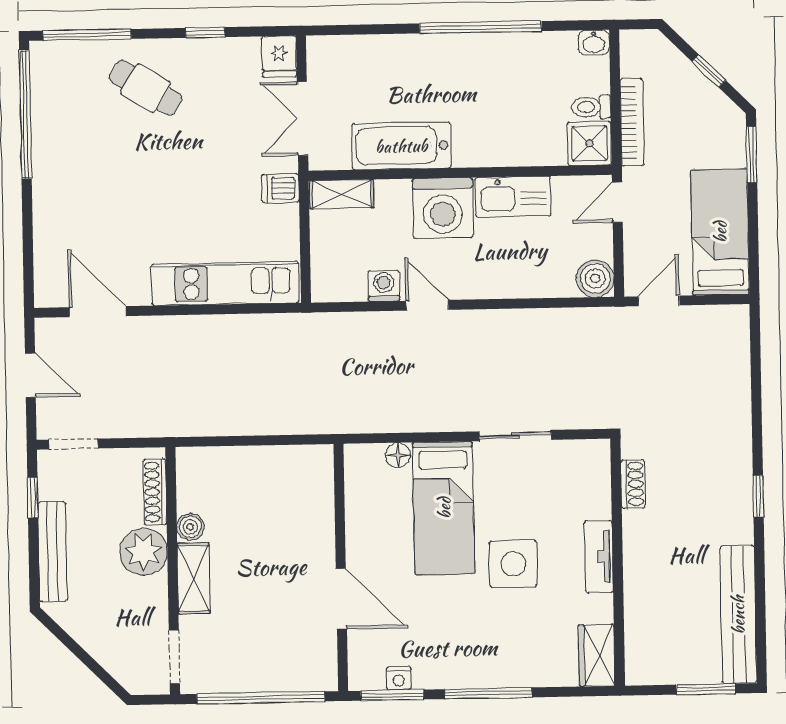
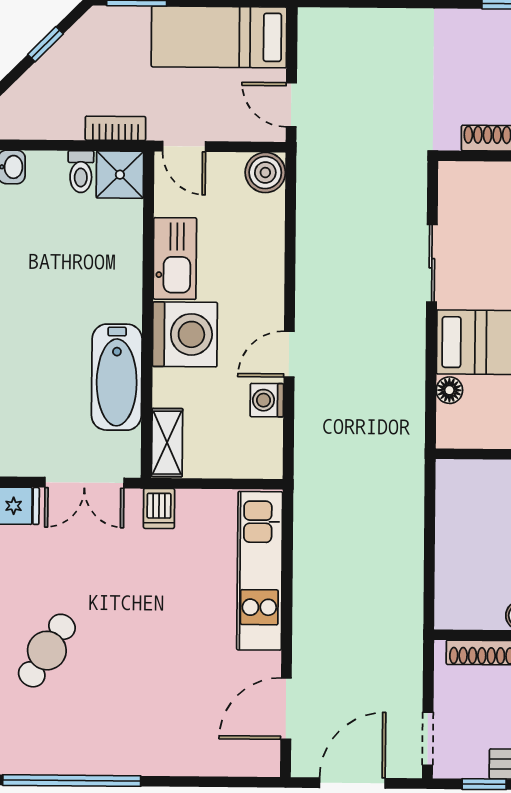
bookcase: (632, 122) -> (115, 128), width x0.64
door: (30, 375) -> (352, 783), width x1.38

